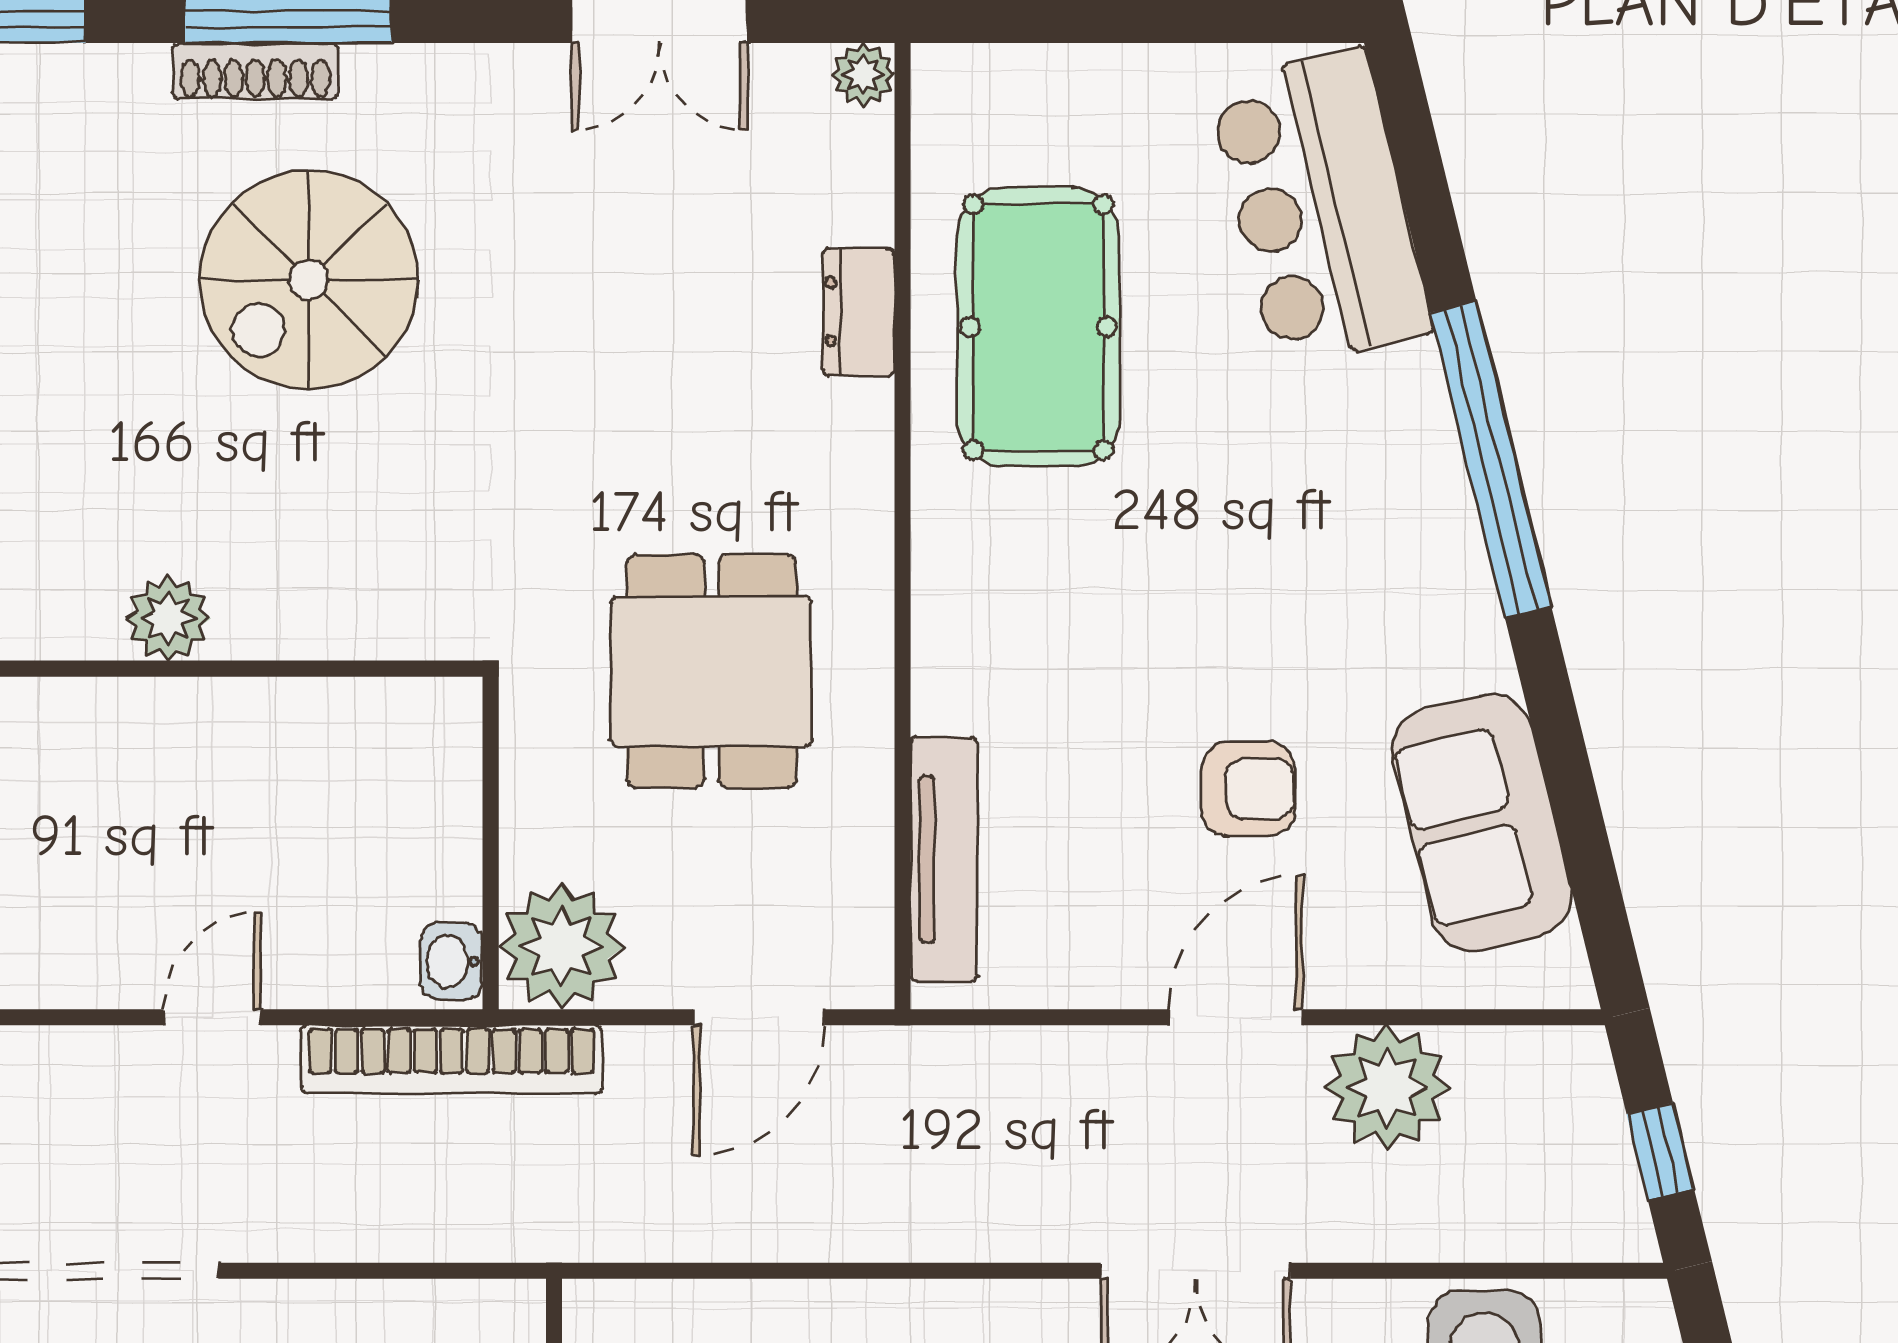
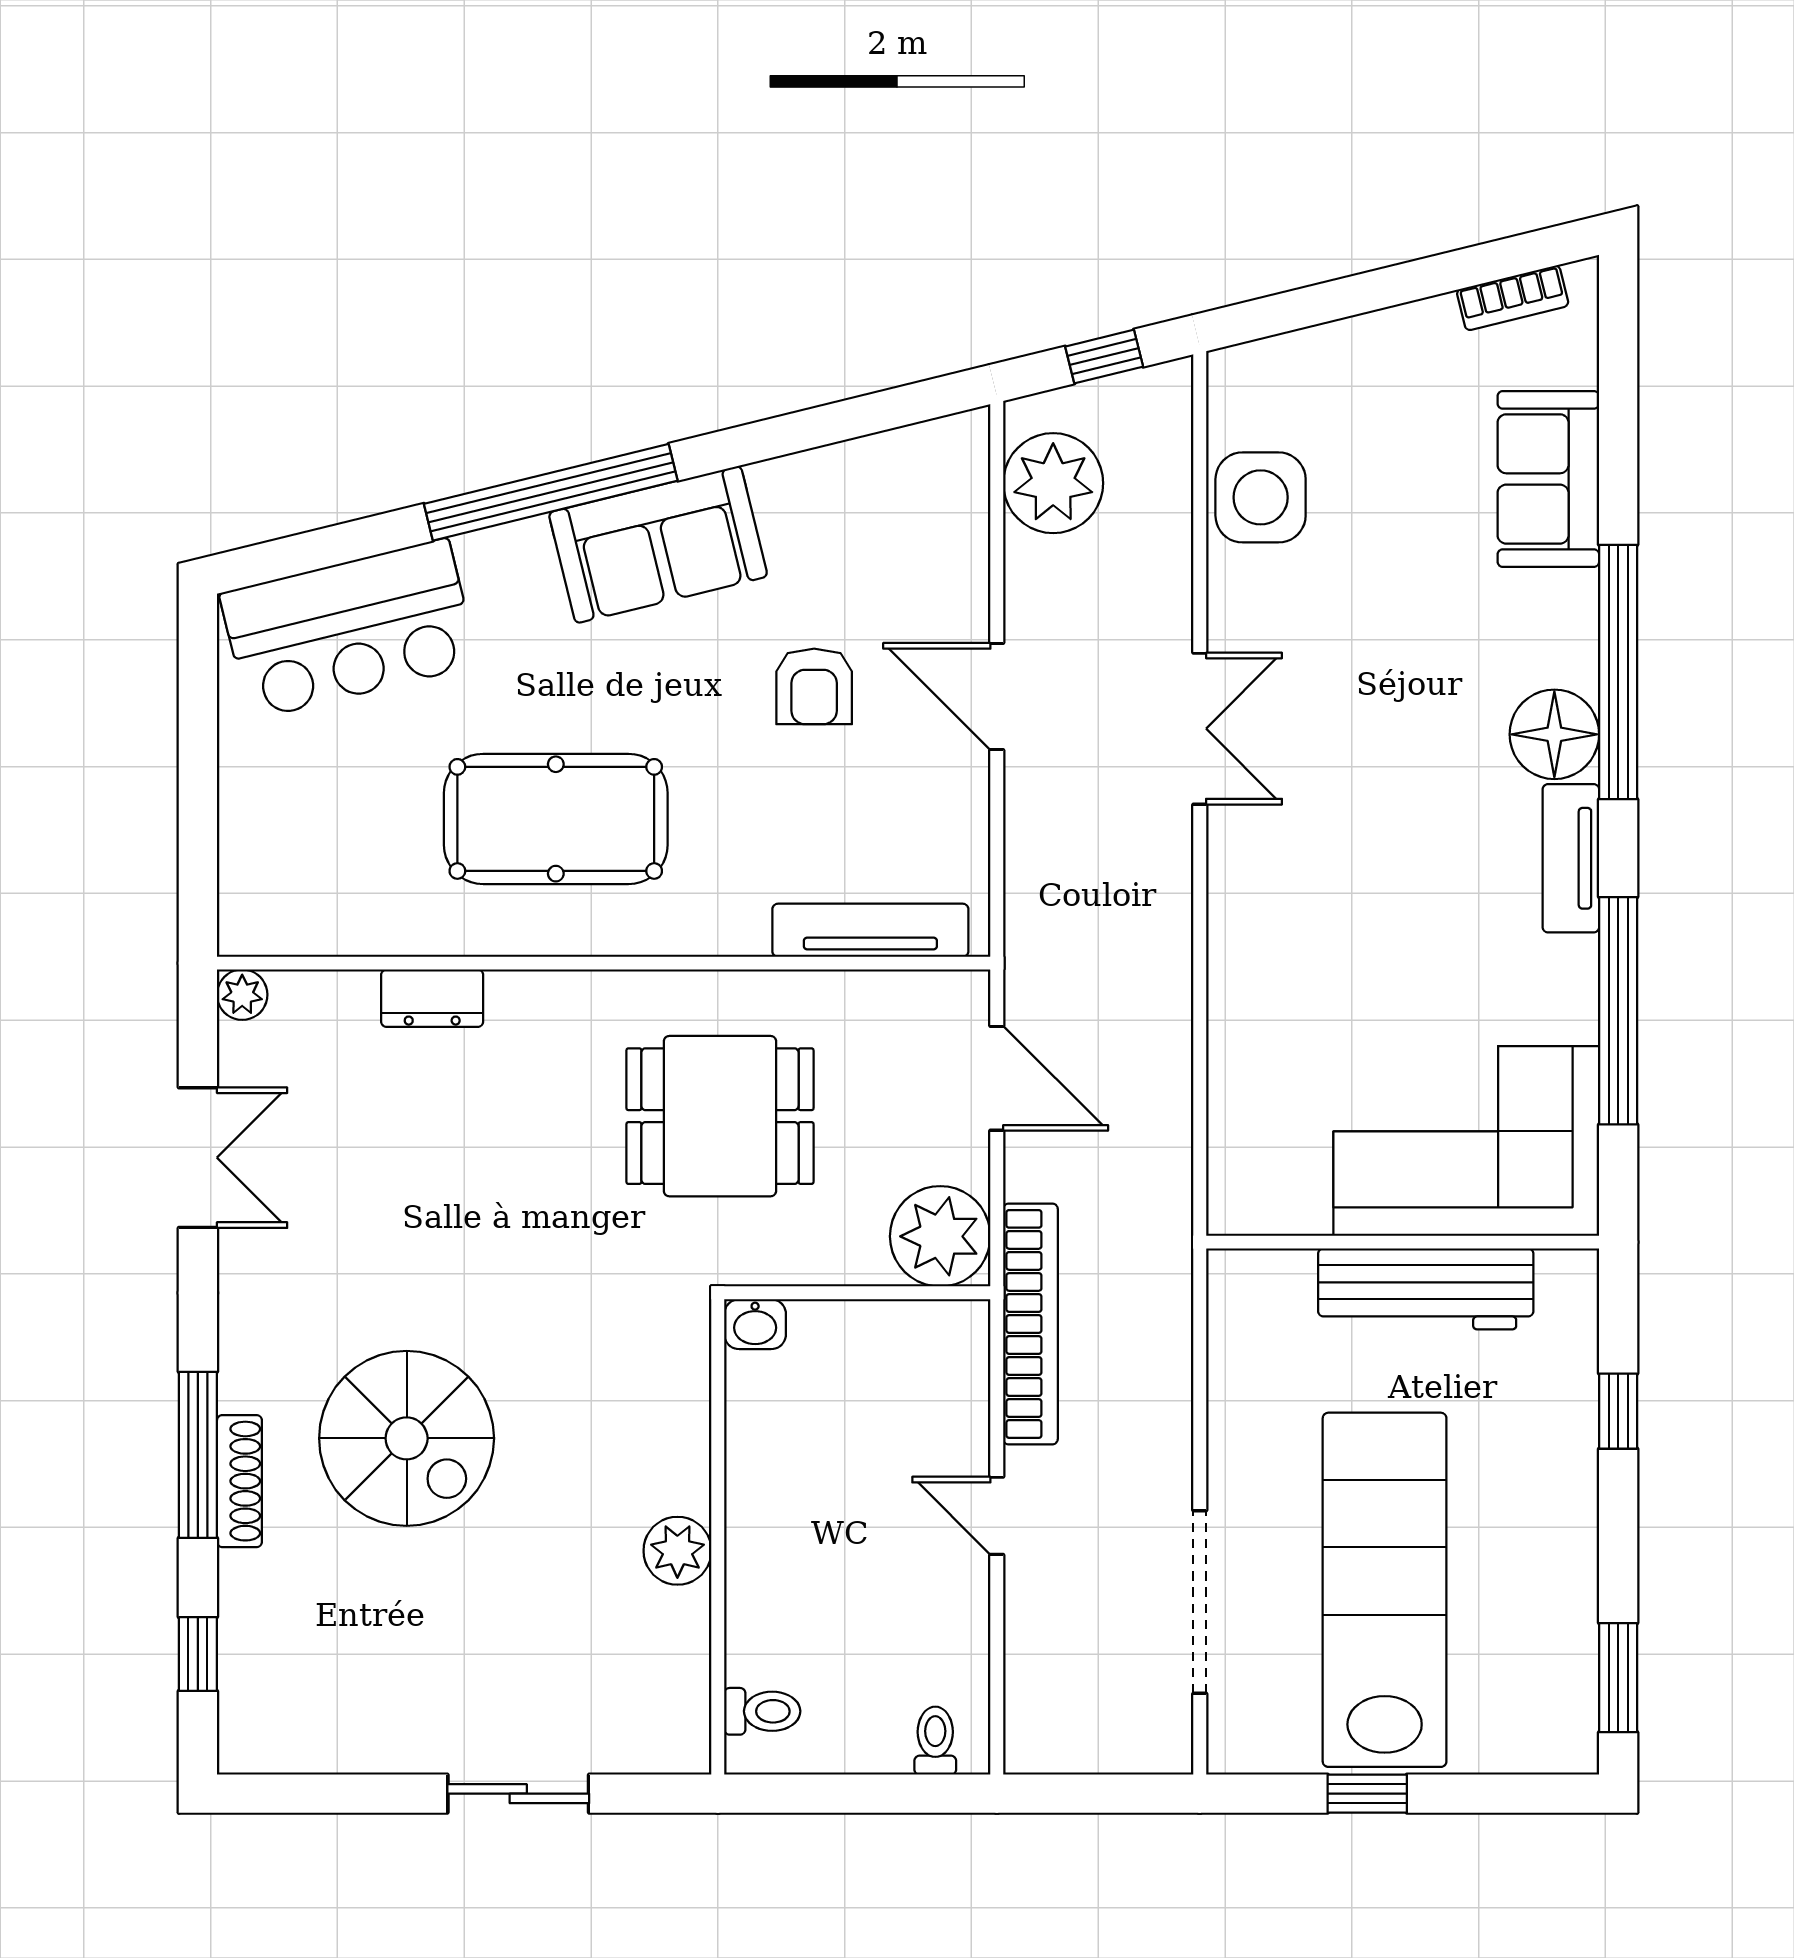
pool table: (1038, 327) -> (556, 819), moved
armchair: (1248, 789) -> (814, 686), turned 180
sofa: (1482, 823) -> (658, 545), moved
washbasin: (451, 961) -> (755, 1324), moved
plant: (1387, 1088) -> (1053, 483), moved

